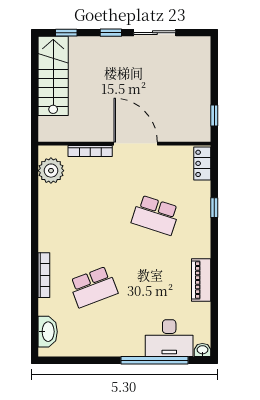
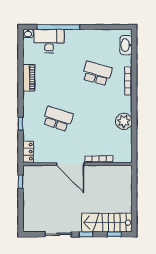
stairs: (53, 76) -> (107, 223), moved, turned 90
plant: (51, 171) -> (124, 121), moved
school desk: (93, 287) -> (97, 73), turned 36

